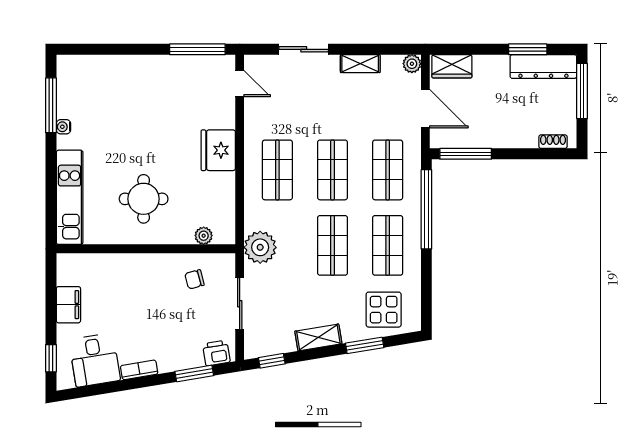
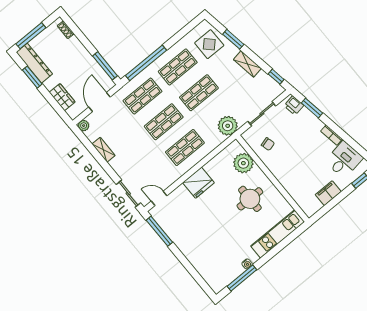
sliding door: (304, 49) -> (128, 194), moved
wardrobe: (452, 66) -> (62, 97), moved
door: (240, 83) -> (159, 198), hinge flipped
plant: (204, 236) -> (243, 163), width x1.88, depth x1.88

